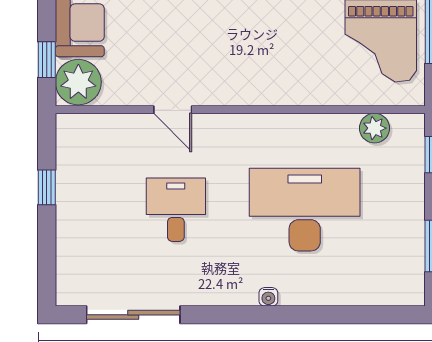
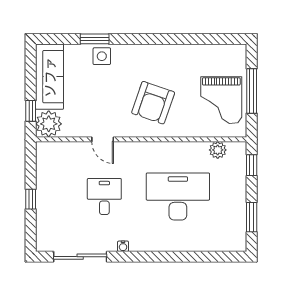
armchair: (261, 45) -> (153, 103), added
window: (47, 187) -> (31, 199), moved
water cooler: (268, 297) -> (123, 246), moved

